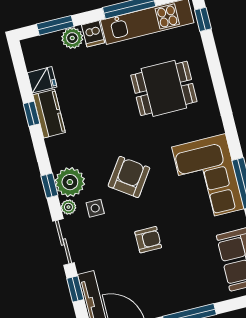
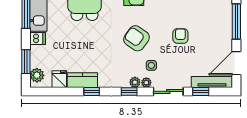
plant: (72, 38) -> (37, 75), moved
window: (31, 114) -> (92, 91), moved
plant: (70, 182) -> (135, 82), width x0.53, depth x0.53

